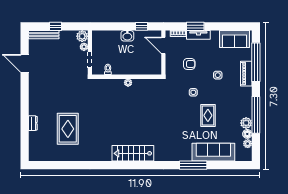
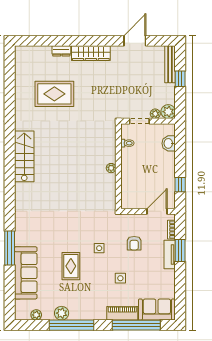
washbasin: (127, 36) -> (169, 143), moved
sofa: (235, 39) -> (157, 310), moved, turned 90
wardrobe: (35, 99) -> (91, 53), added
rug: (208, 115) -> (71, 266), turned 90
floor lamp: (247, 134) -> (48, 315), removed
stairs: (133, 153) -> (24, 156), moved

